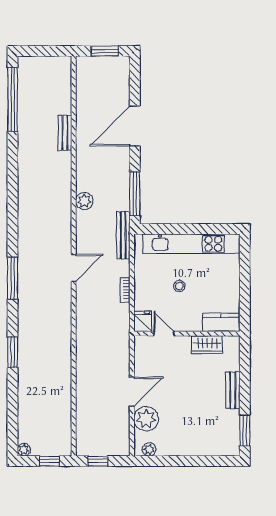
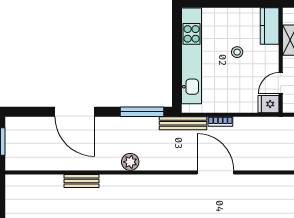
plant: (84, 201) -> (130, 162), moved
door: (74, 268) -> (216, 172), width x1.36
stool: (179, 286) -> (237, 52), moved
bookcase: (125, 290) -> (220, 122), moved

